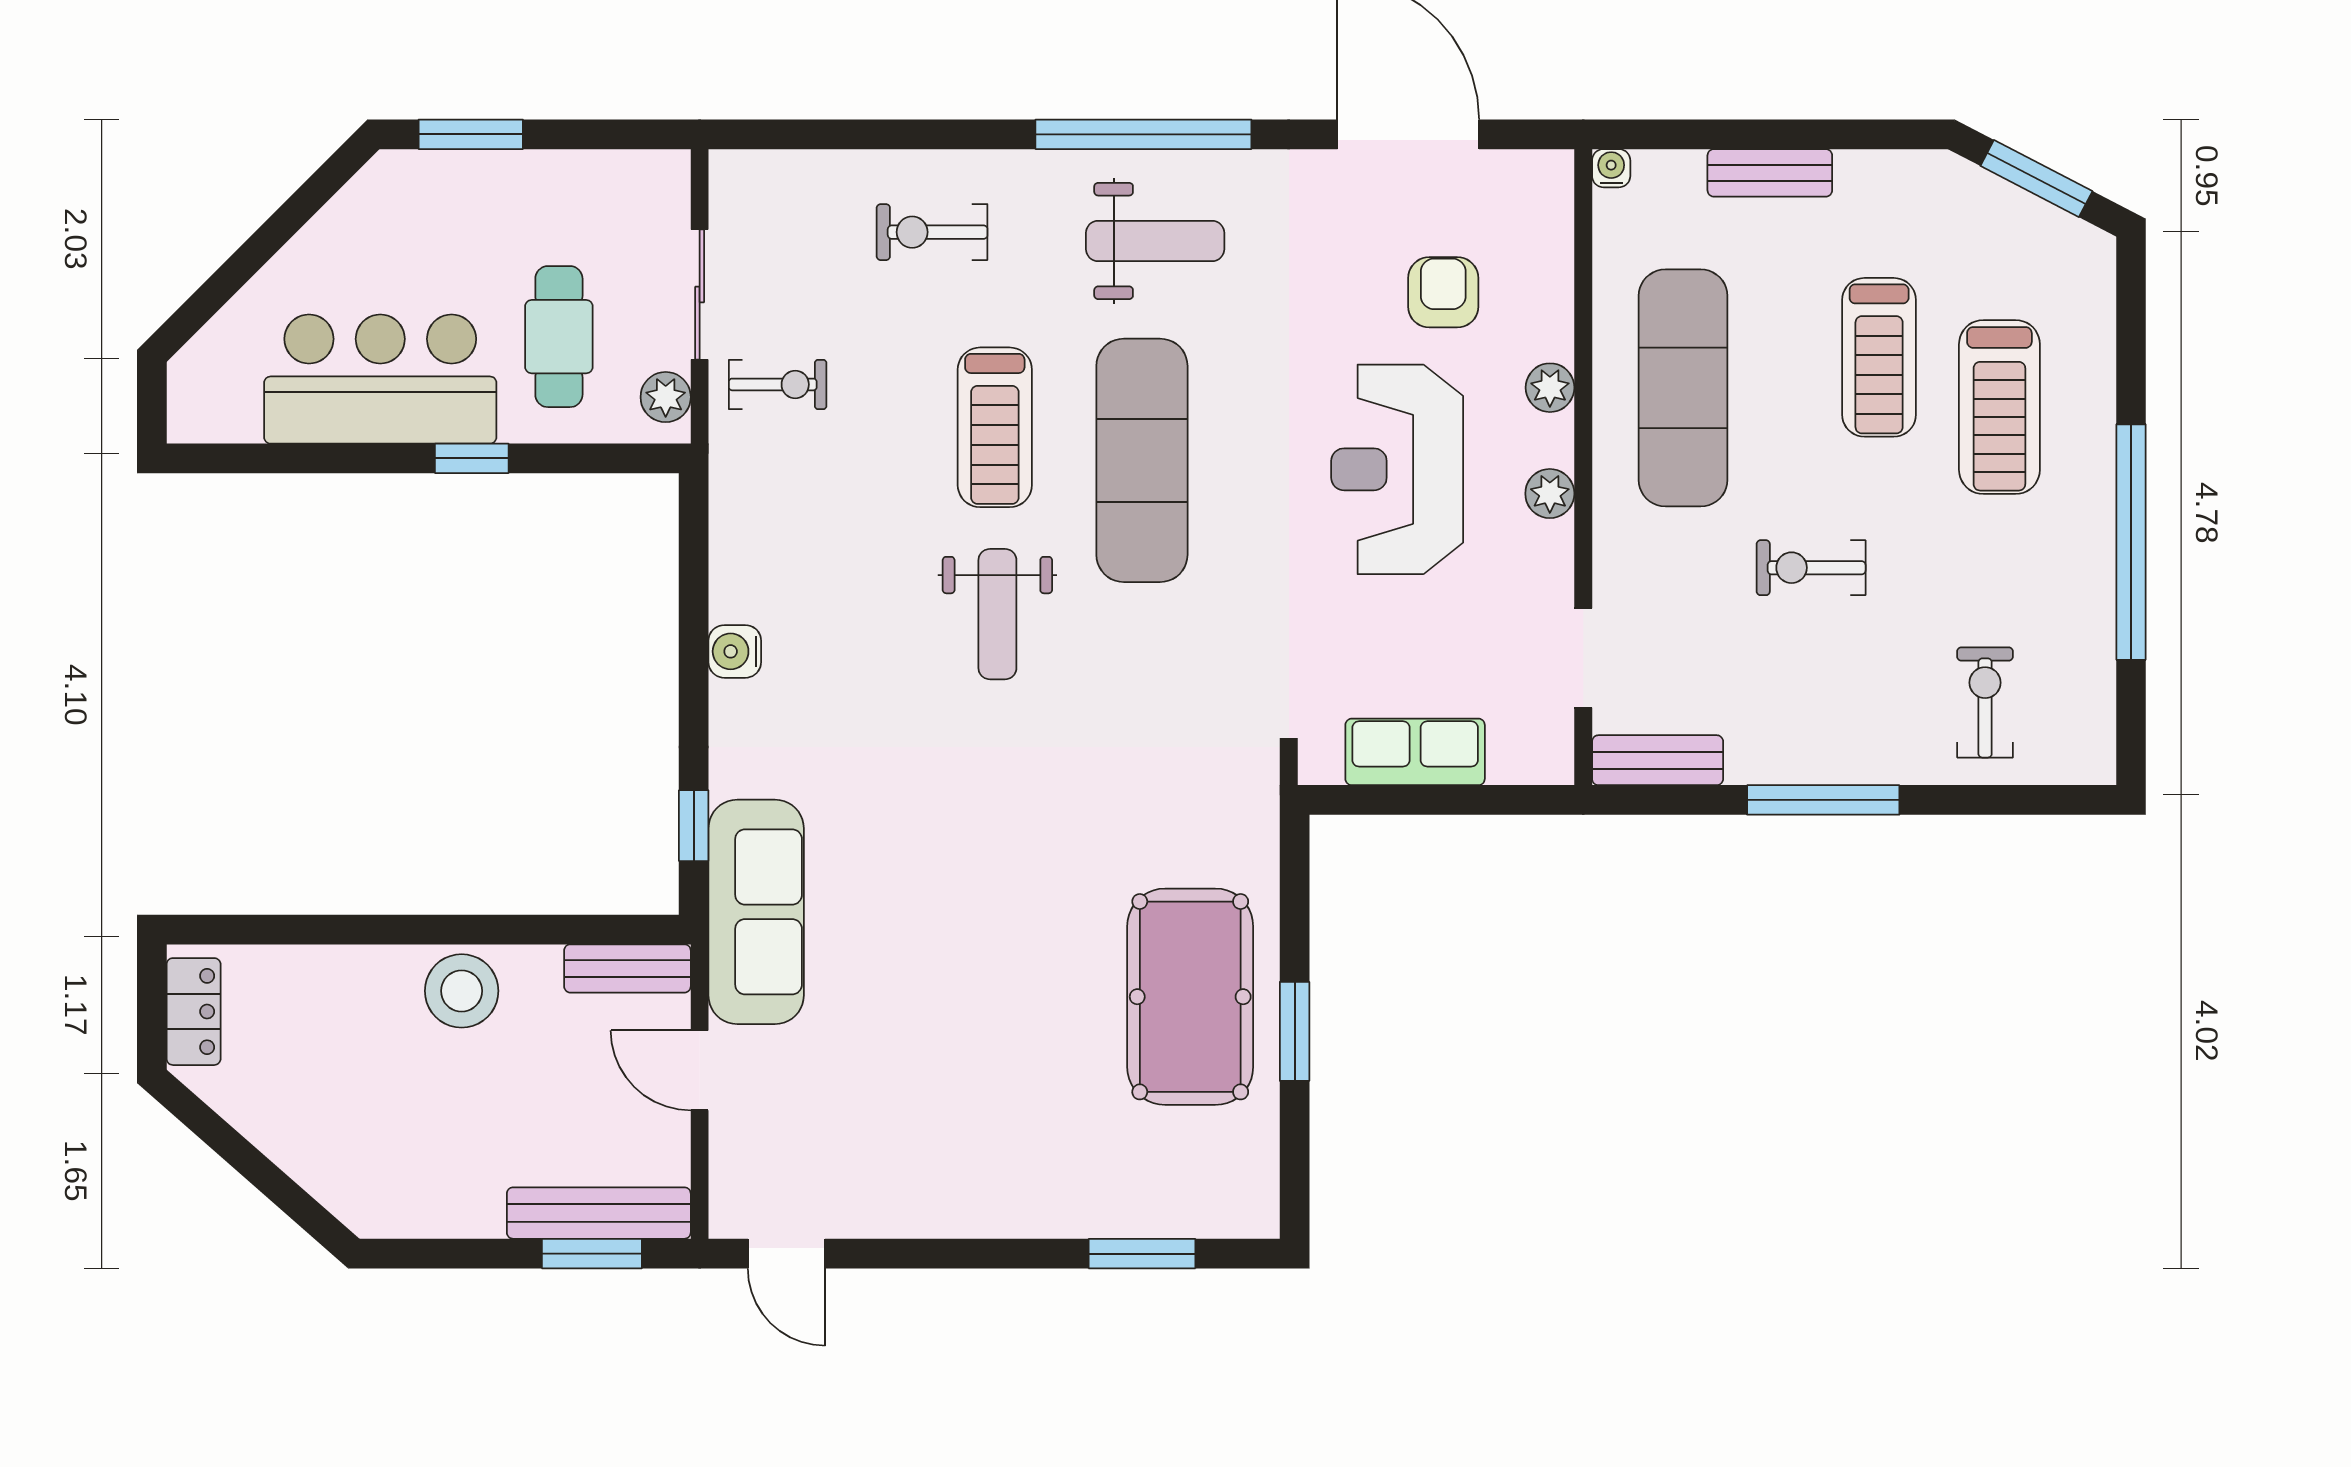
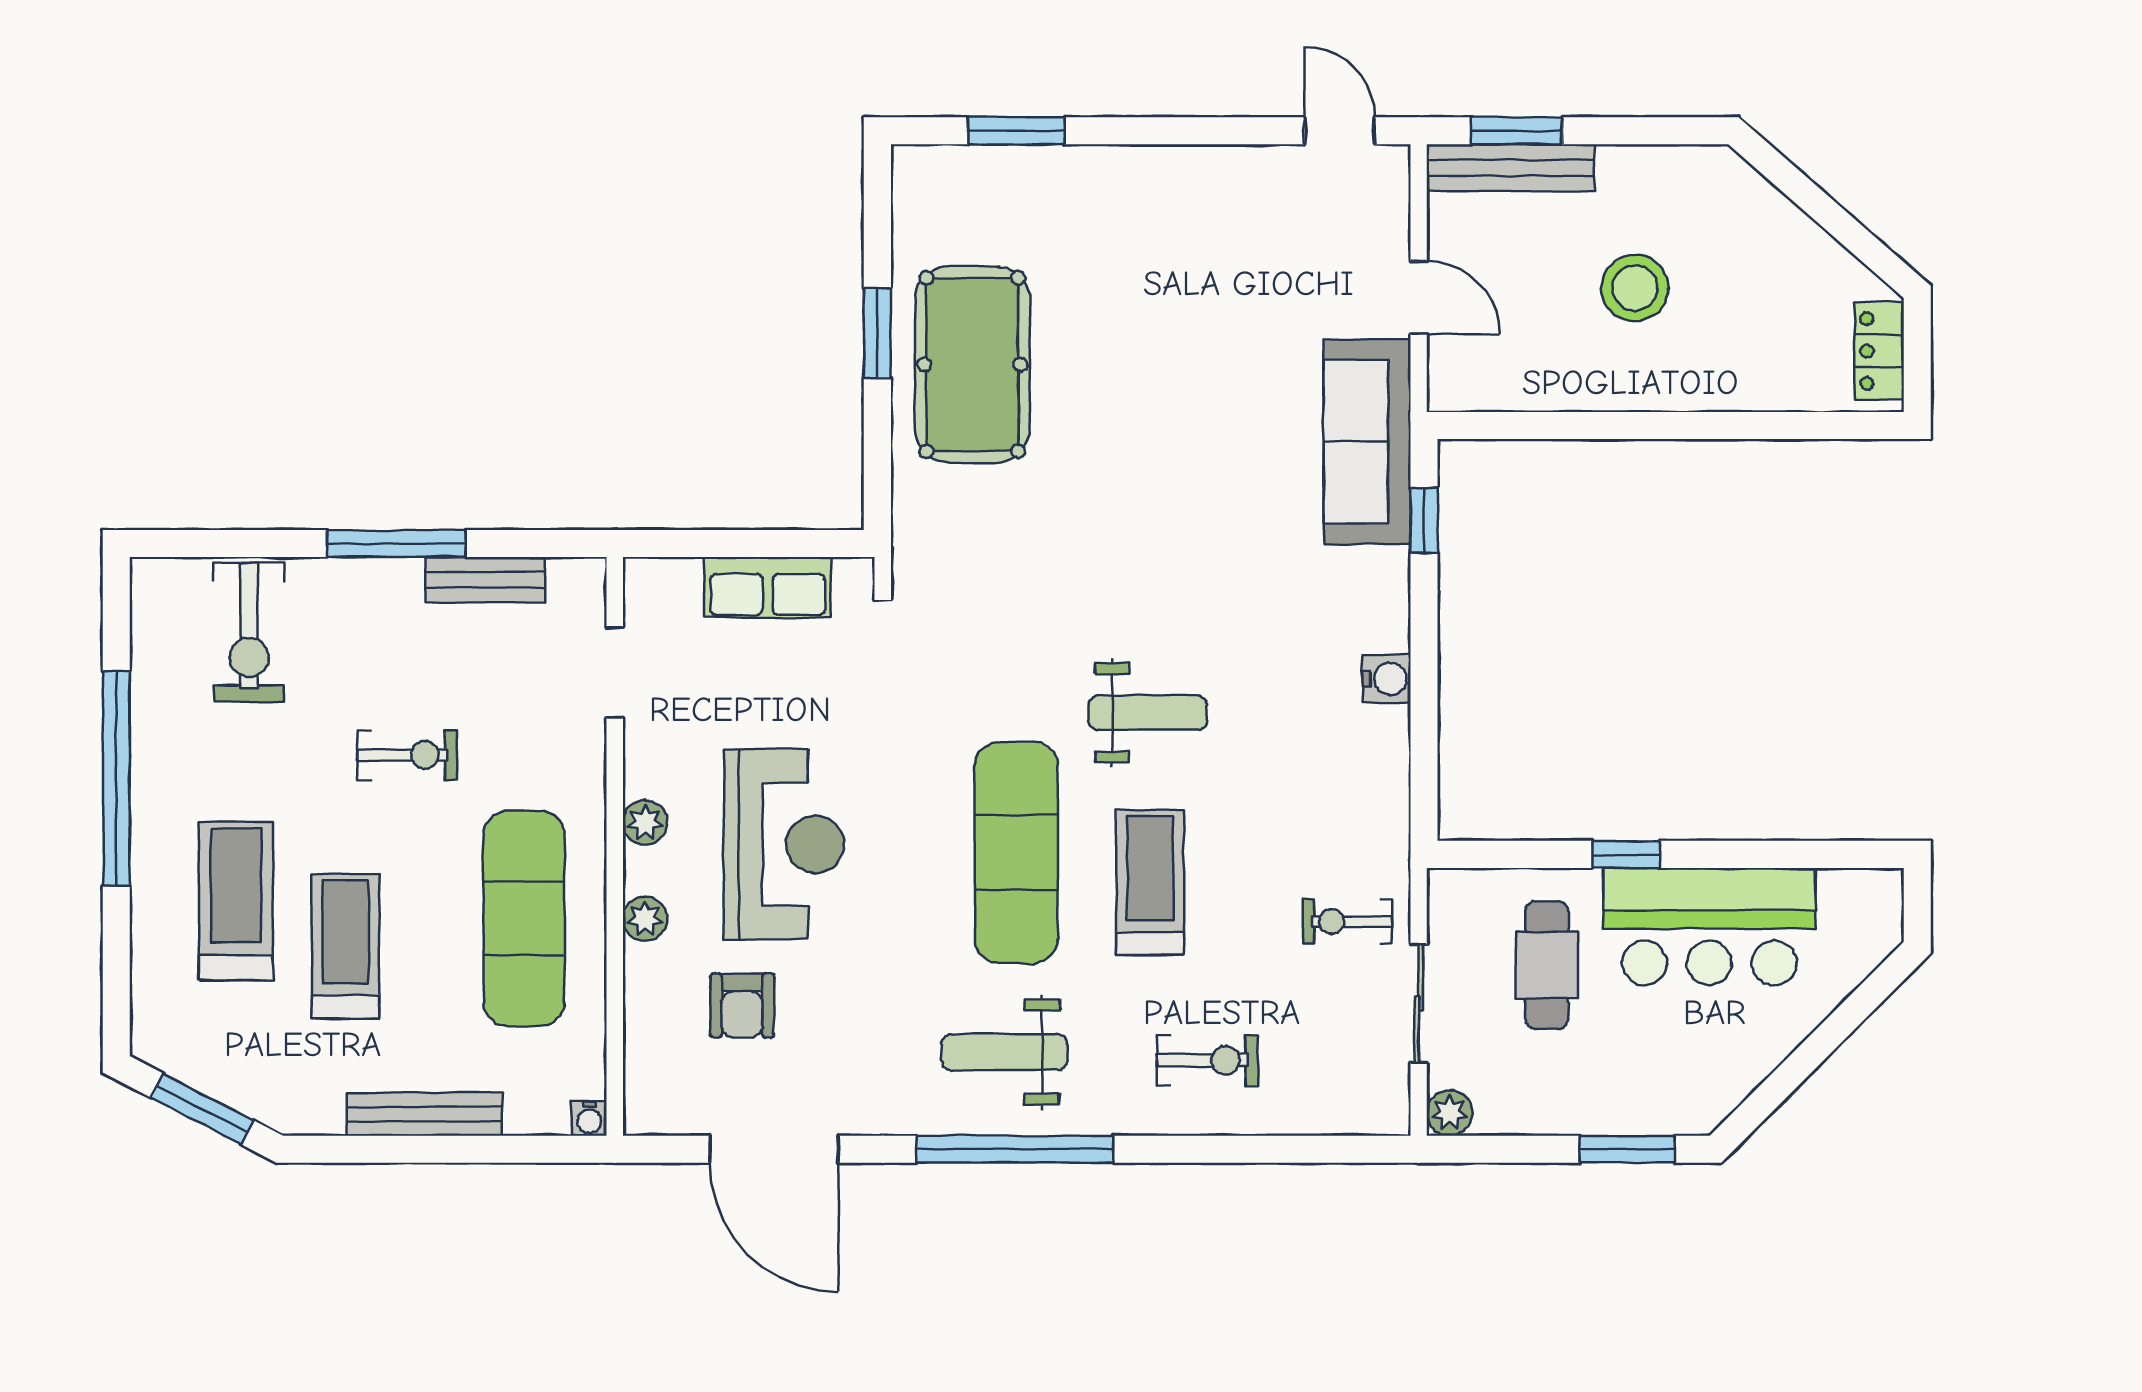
bench: (1770, 173) -> (424, 1114), width x1.36
plant: (666, 397) -> (1450, 1113), moved
weight bench: (997, 614) -> (1148, 713), turned 90
exercise bike: (1985, 702) -> (249, 632), width x1.38, depth x1.39
bench: (1658, 760) -> (485, 580), moved
bench: (627, 968) -> (1484, 390), removed
stool: (462, 991) -> (1635, 288), moved

